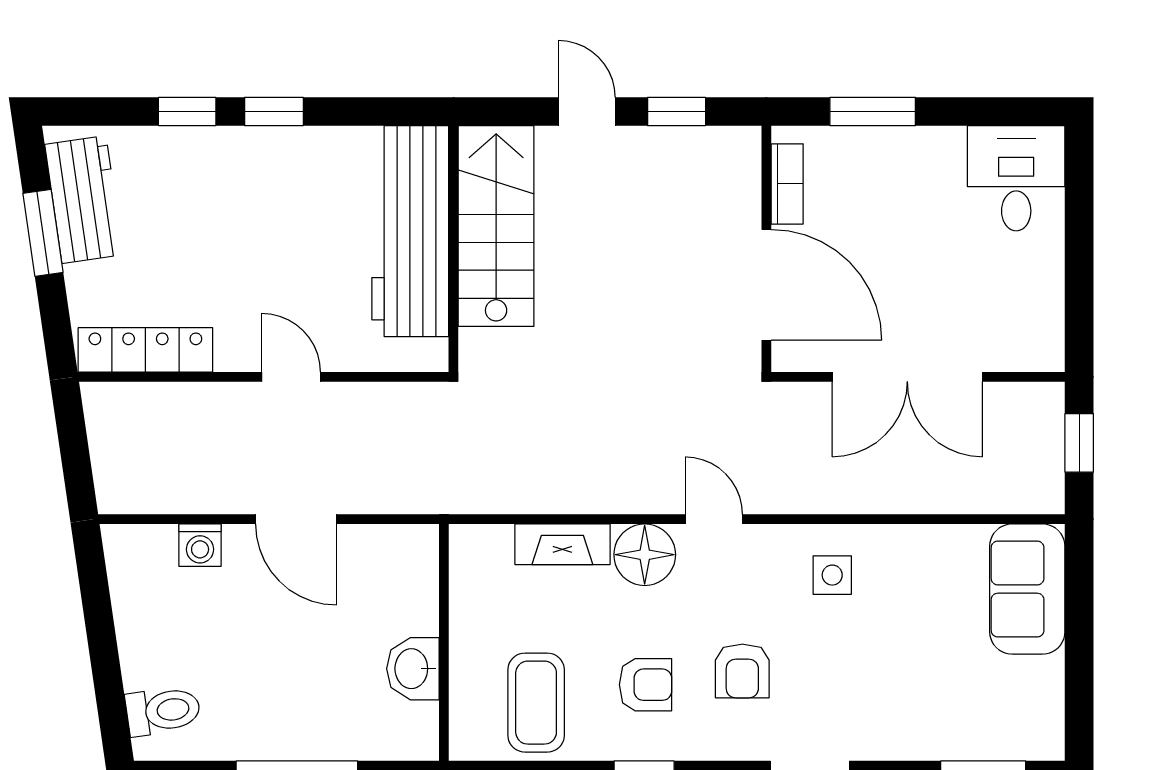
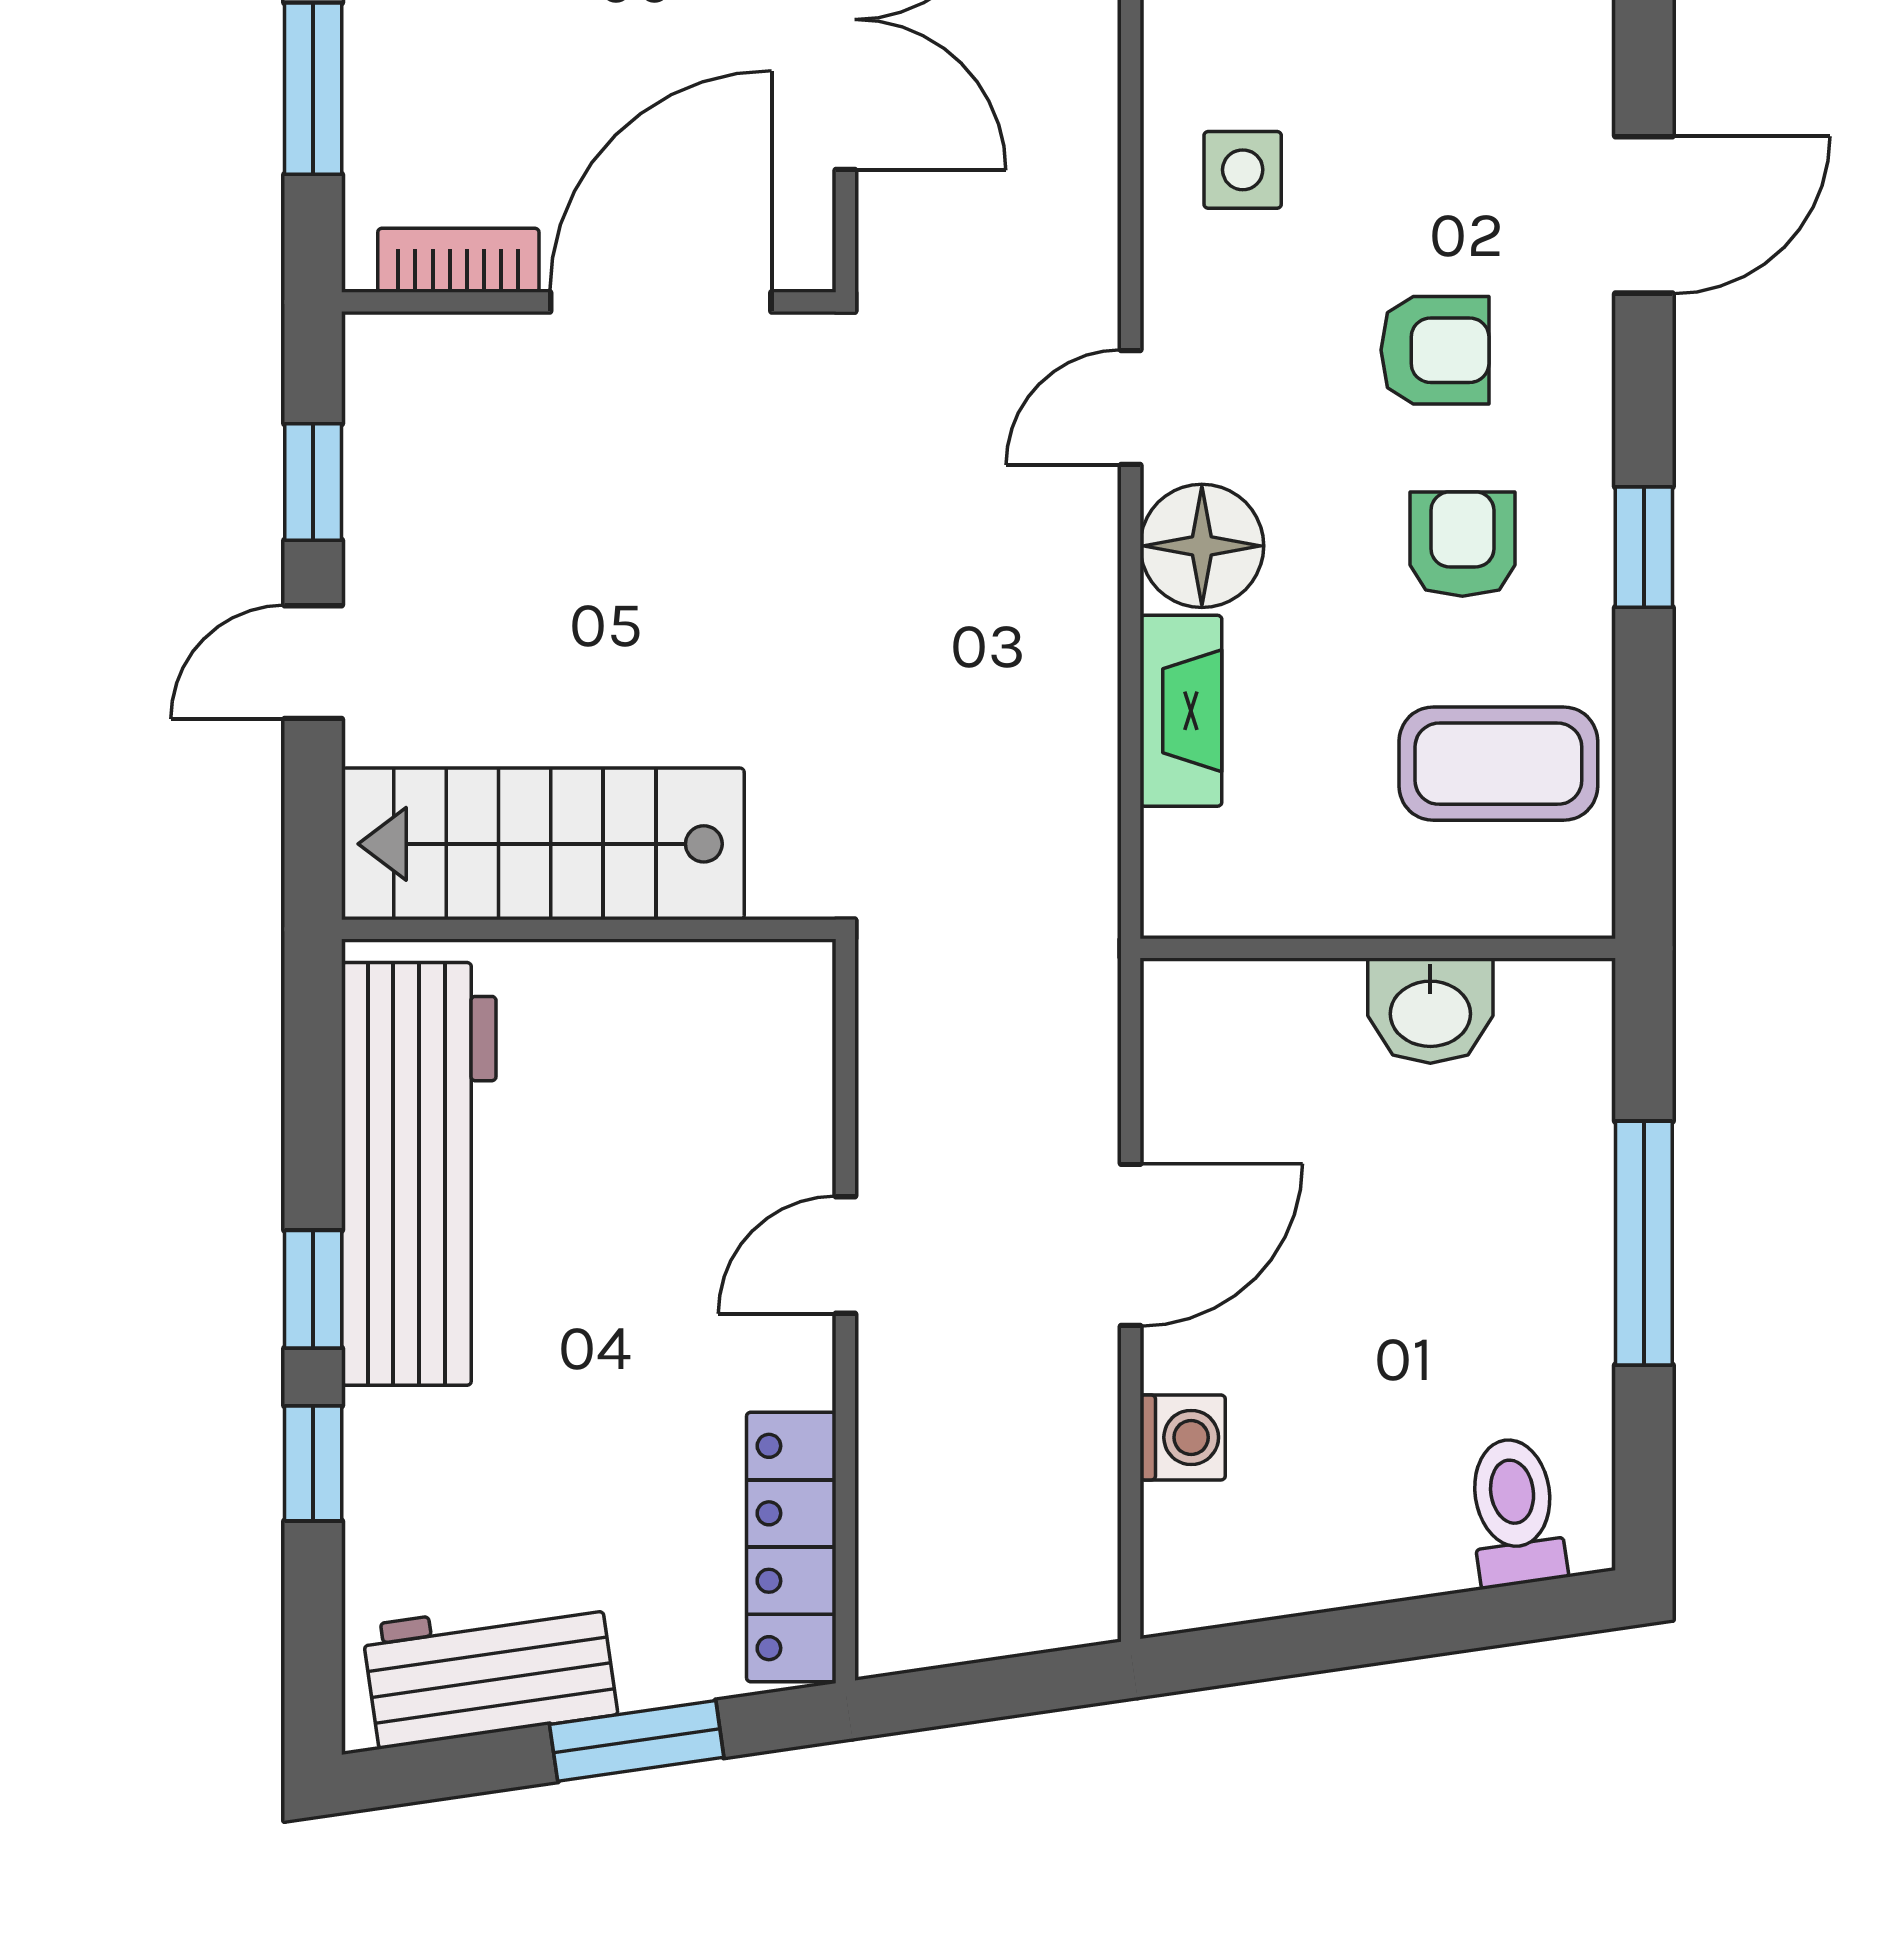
workbench: (410, 231) -> (419, 1174), moved, turned -90
window: (43, 233) -> (637, 1741), moved

